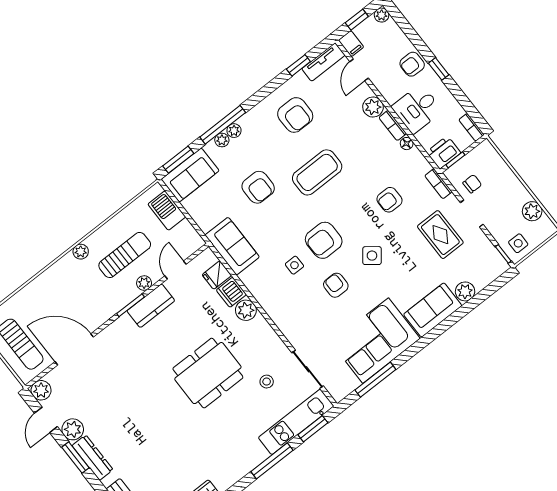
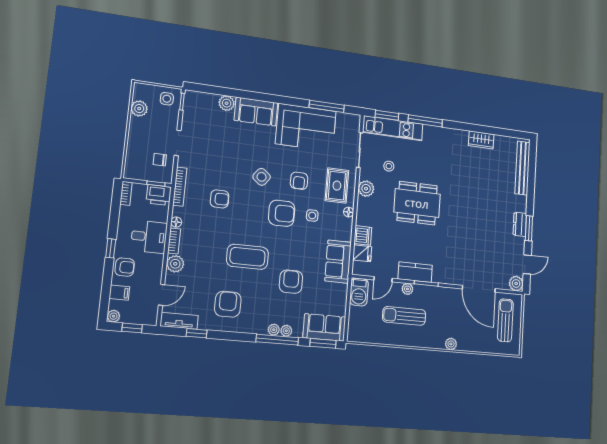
filing cabinet: (351, 44) -> (119, 293), moved, turned 90
bookcase: (438, 184) -> (180, 187), width x1.56
barbecue: (167, 211) -> (359, 292), moved
rug: (440, 235) -> (337, 186), moved
plant: (81, 252) -> (451, 344), moved
floor lamp: (264, 301) -> (349, 212), added
plant: (246, 310) -> (366, 189), moved
plant: (73, 429) -> (517, 245), removed
dresser: (93, 458) -> (520, 224), width x0.70

